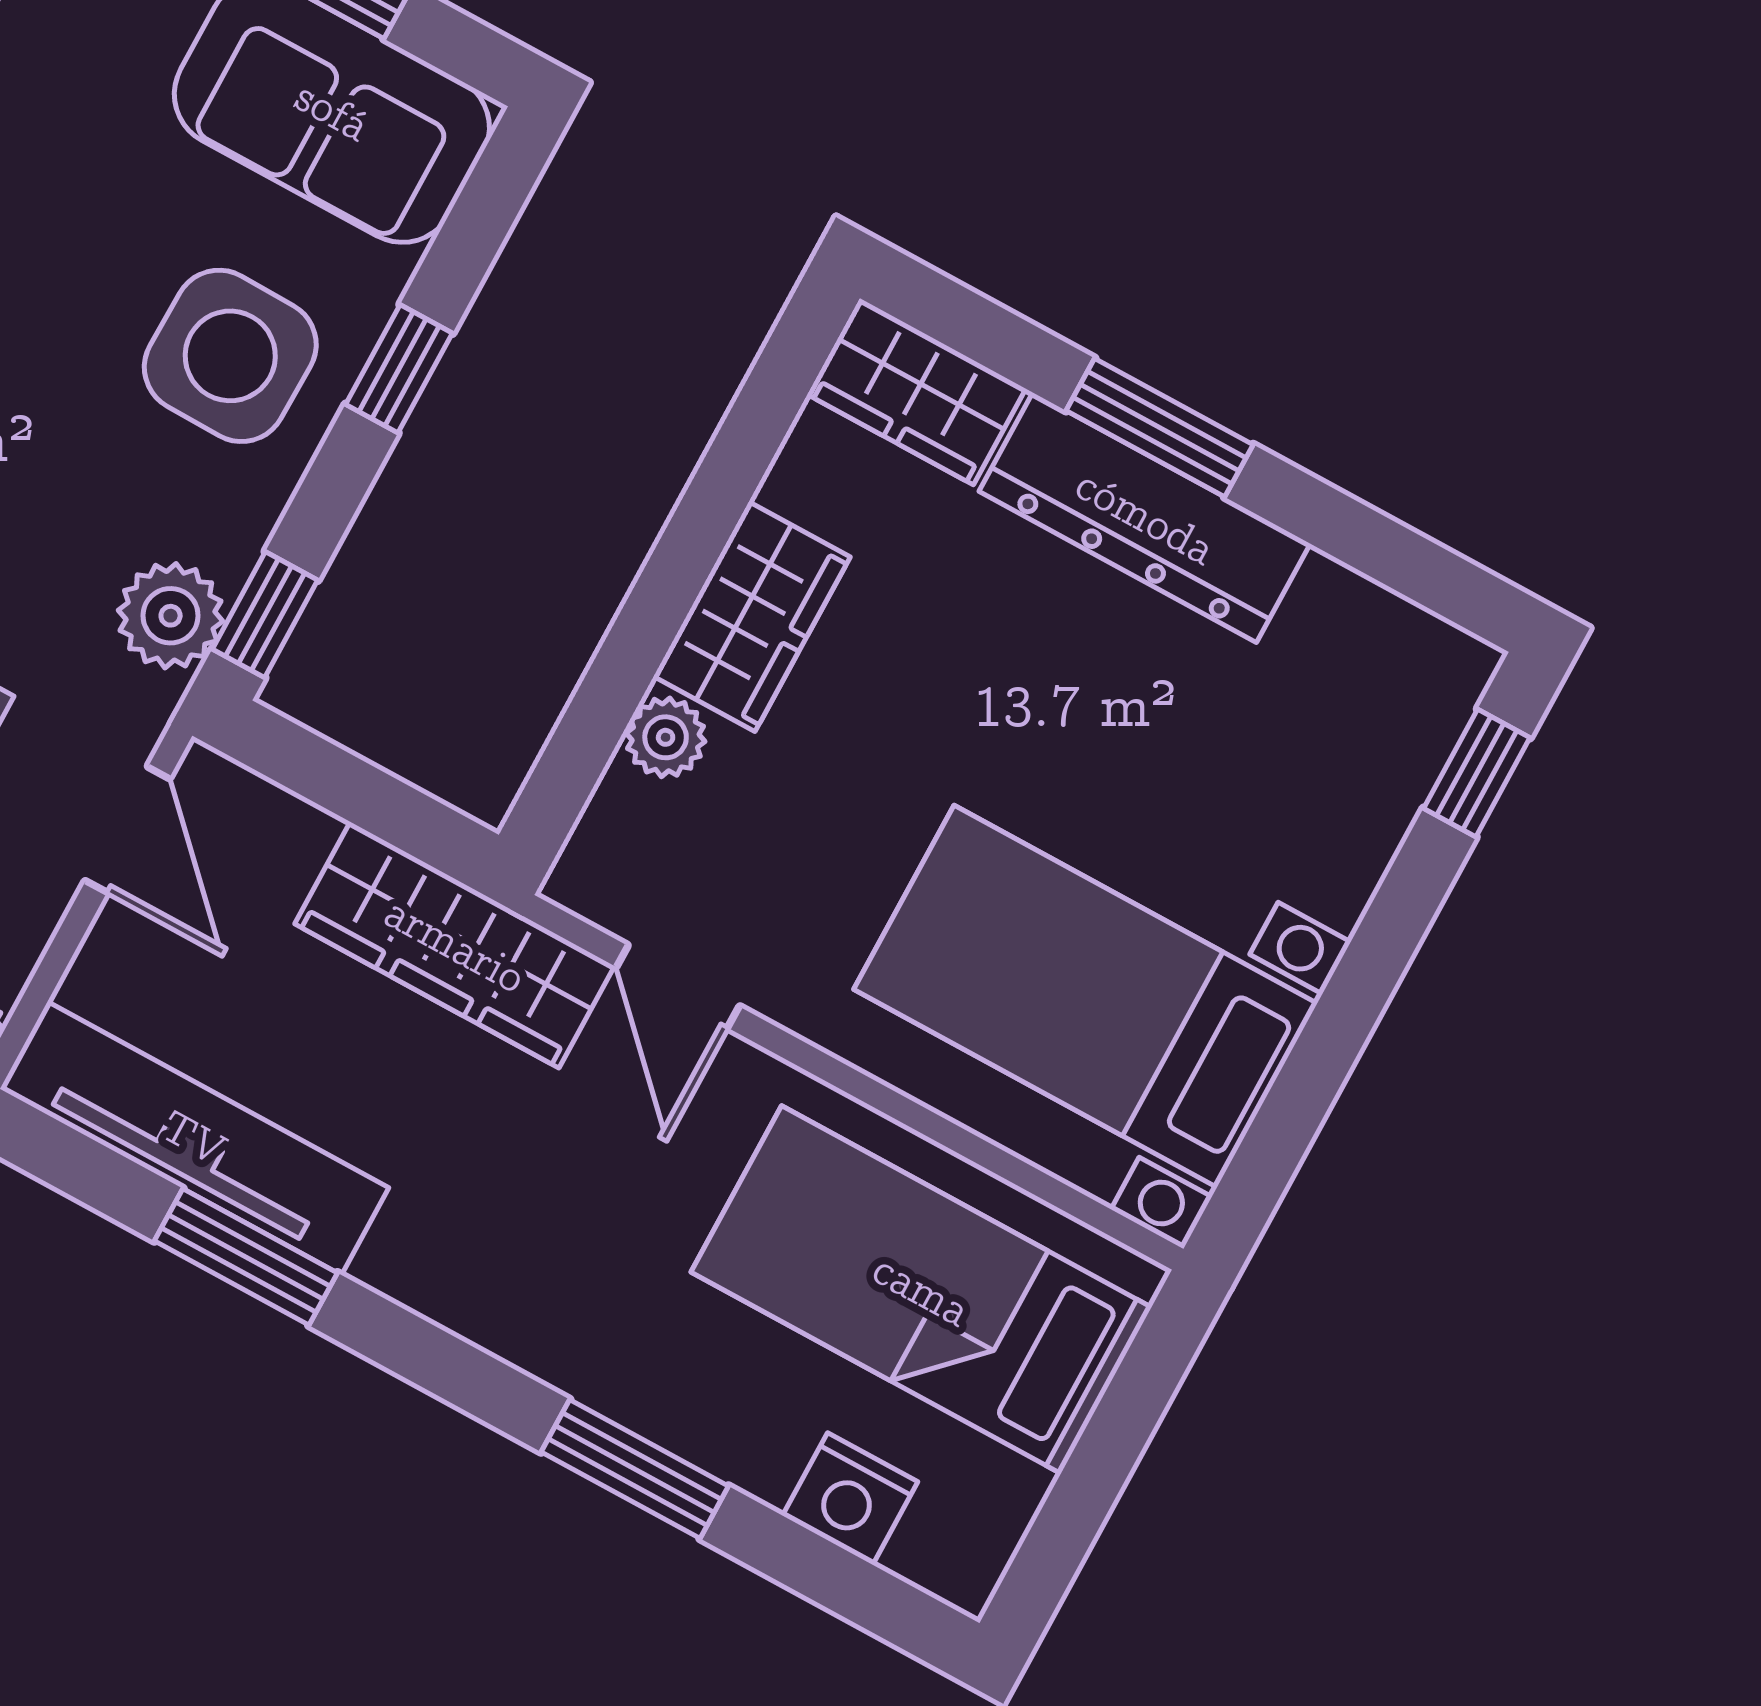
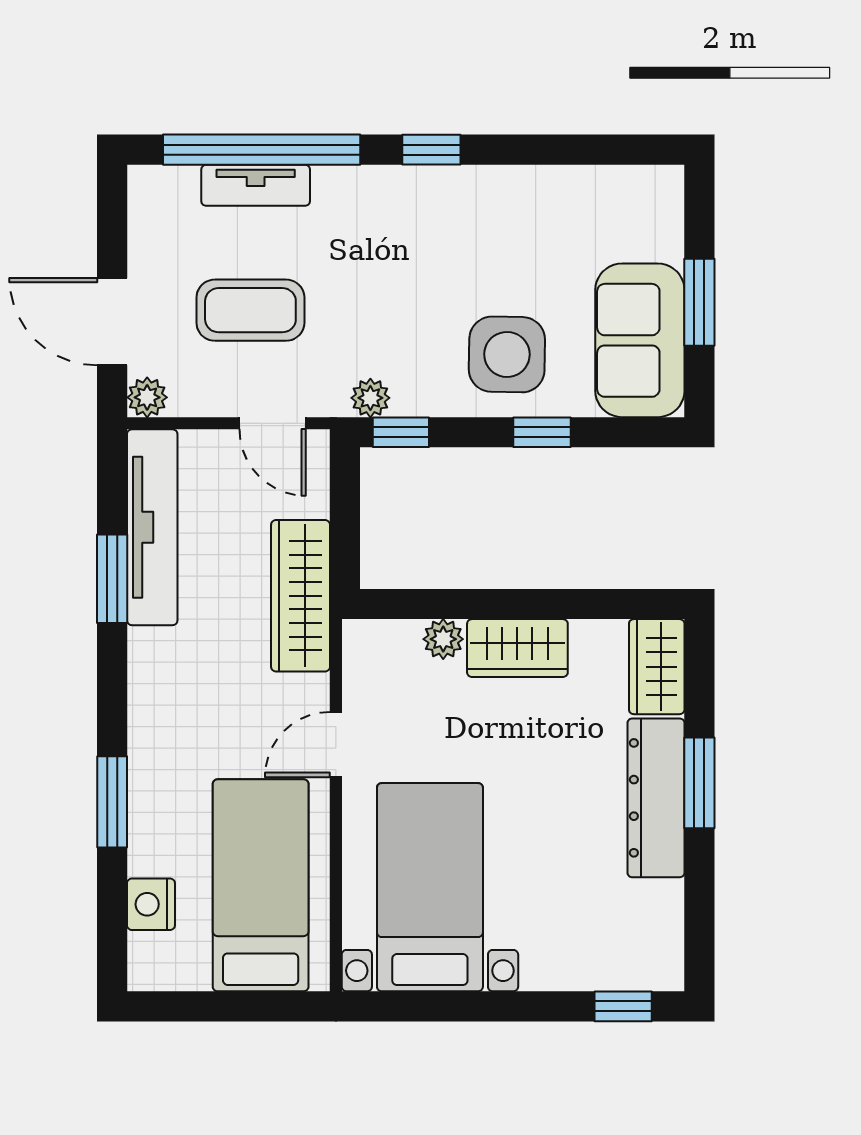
plant: (171, 616) -> (370, 398), width x0.73, depth x0.73
door: (127, 830) -> (273, 423), hinge flipped
door: (678, 987) -> (336, 745), moved

